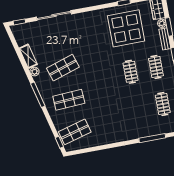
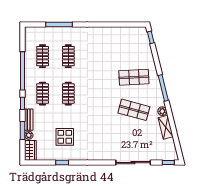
display table: (126, 28) -> (65, 137), width x0.54, depth x0.54
shop shelf: (63, 68) -> (134, 110), turned 33
clothes rail: (137, 109) -> (68, 56), added
shop shelf: (75, 132) -> (134, 45), removed

